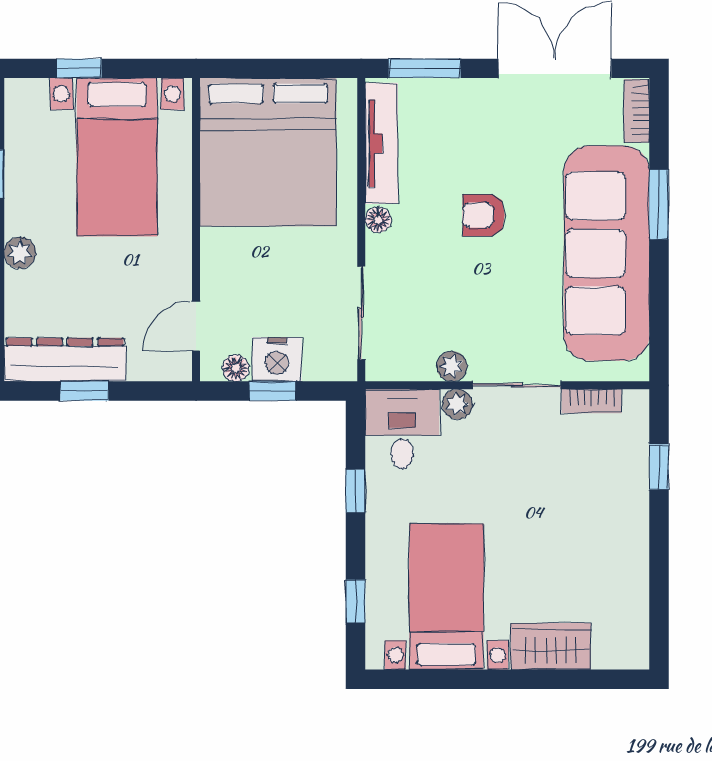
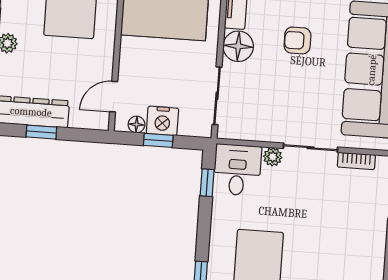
floor lamp: (378, 220) -> (238, 46), width x1.89, depth x1.89
plant: (452, 366) -> (271, 133), removed
window: (356, 491) -> (207, 183), moved

